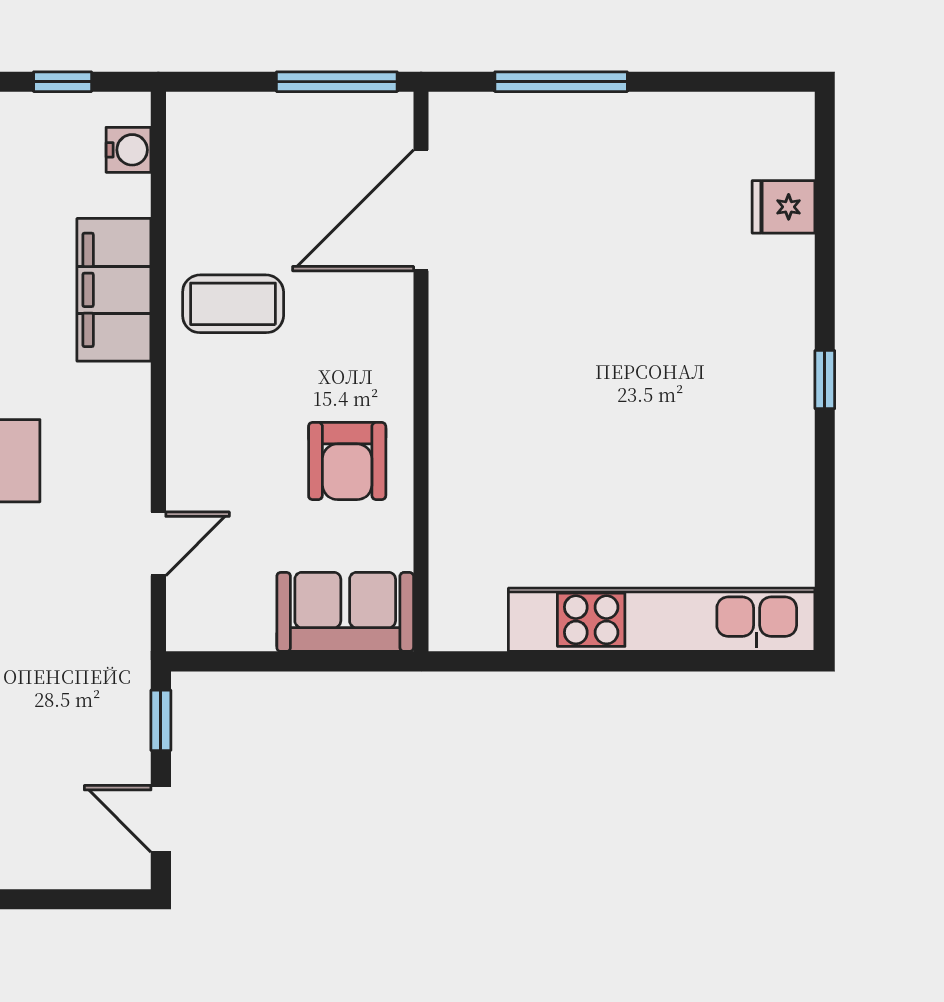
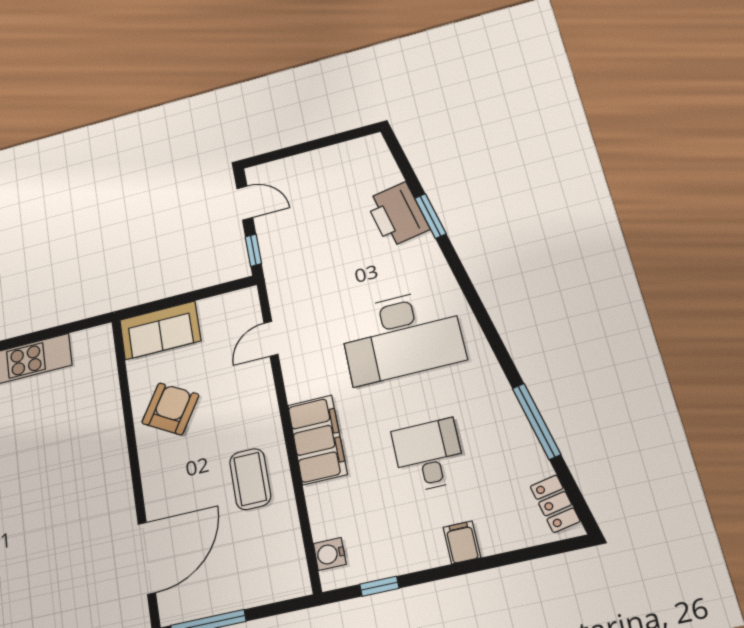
filing cabinet: (114, 290) -> (317, 440), moved
coffee table: (233, 304) -> (250, 479), turned 90
armchair: (347, 461) -> (170, 409), turned 31

